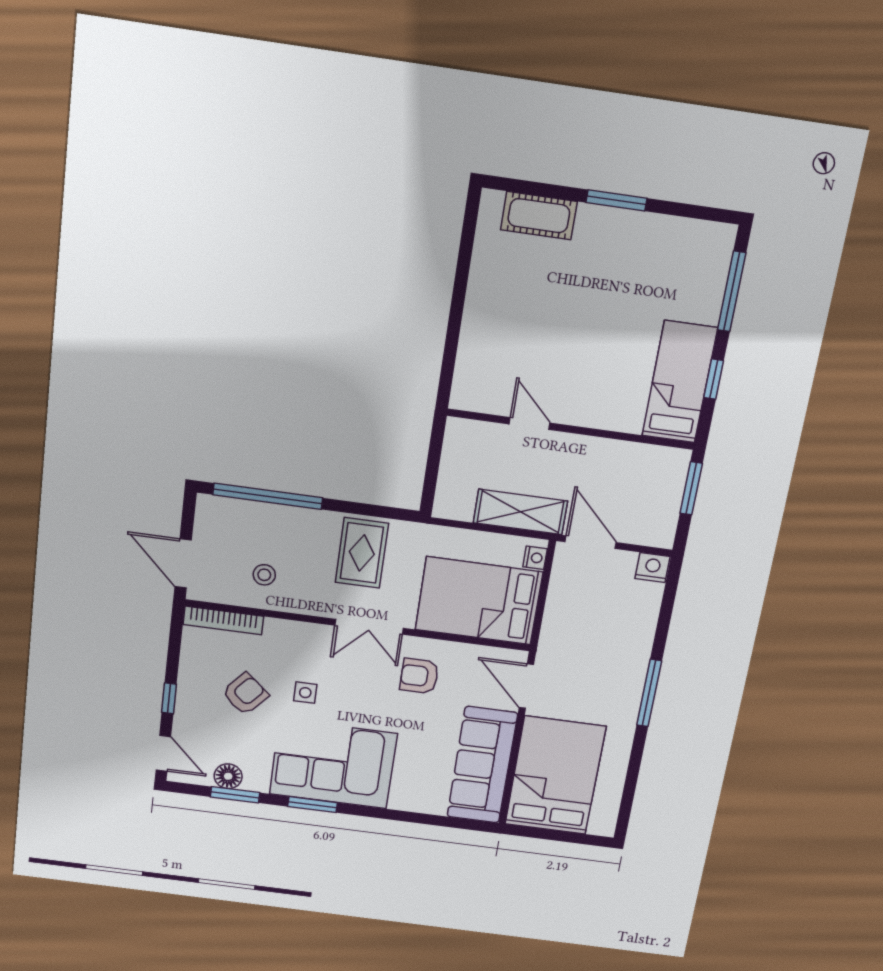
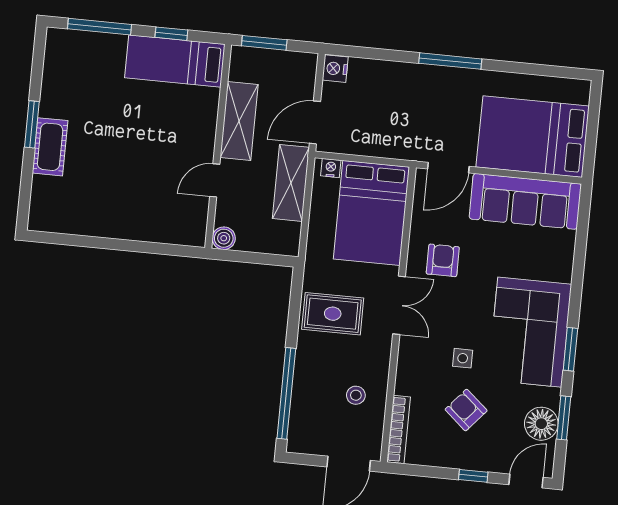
cot: (539, 216) -> (50, 147), moved
boiler: (458, 431) -> (224, 238), added
shelving: (600, 455) -> (239, 121), added
armchair: (419, 676) -> (443, 260), turned 180
floor lamp: (228, 776) -> (541, 424), width x1.38, depth x1.38

